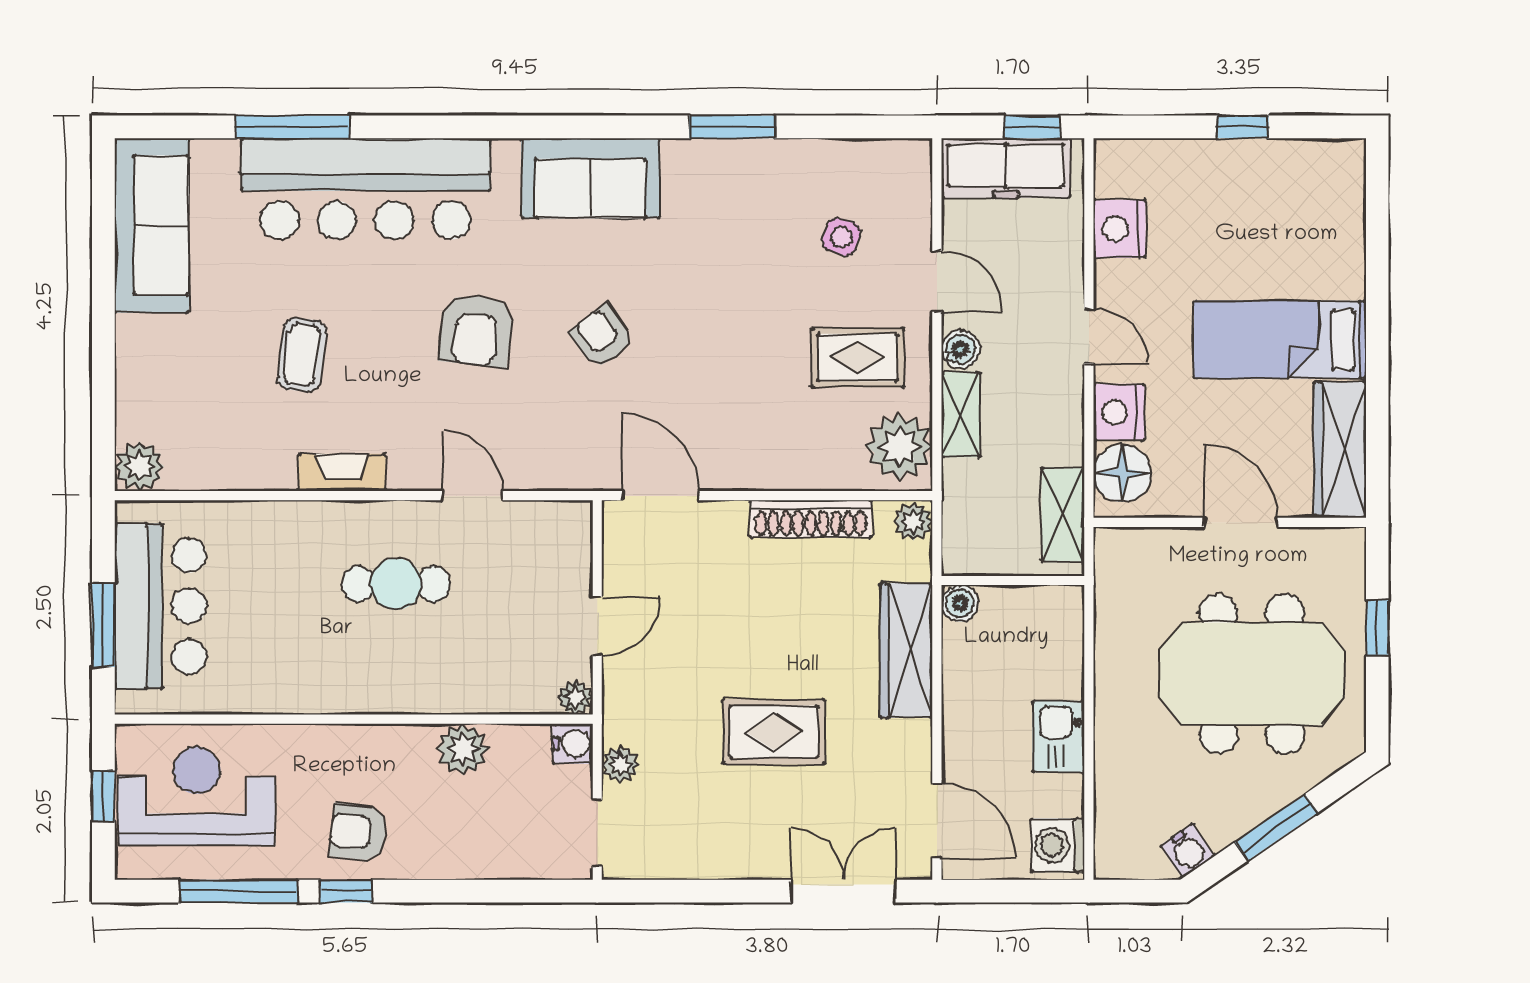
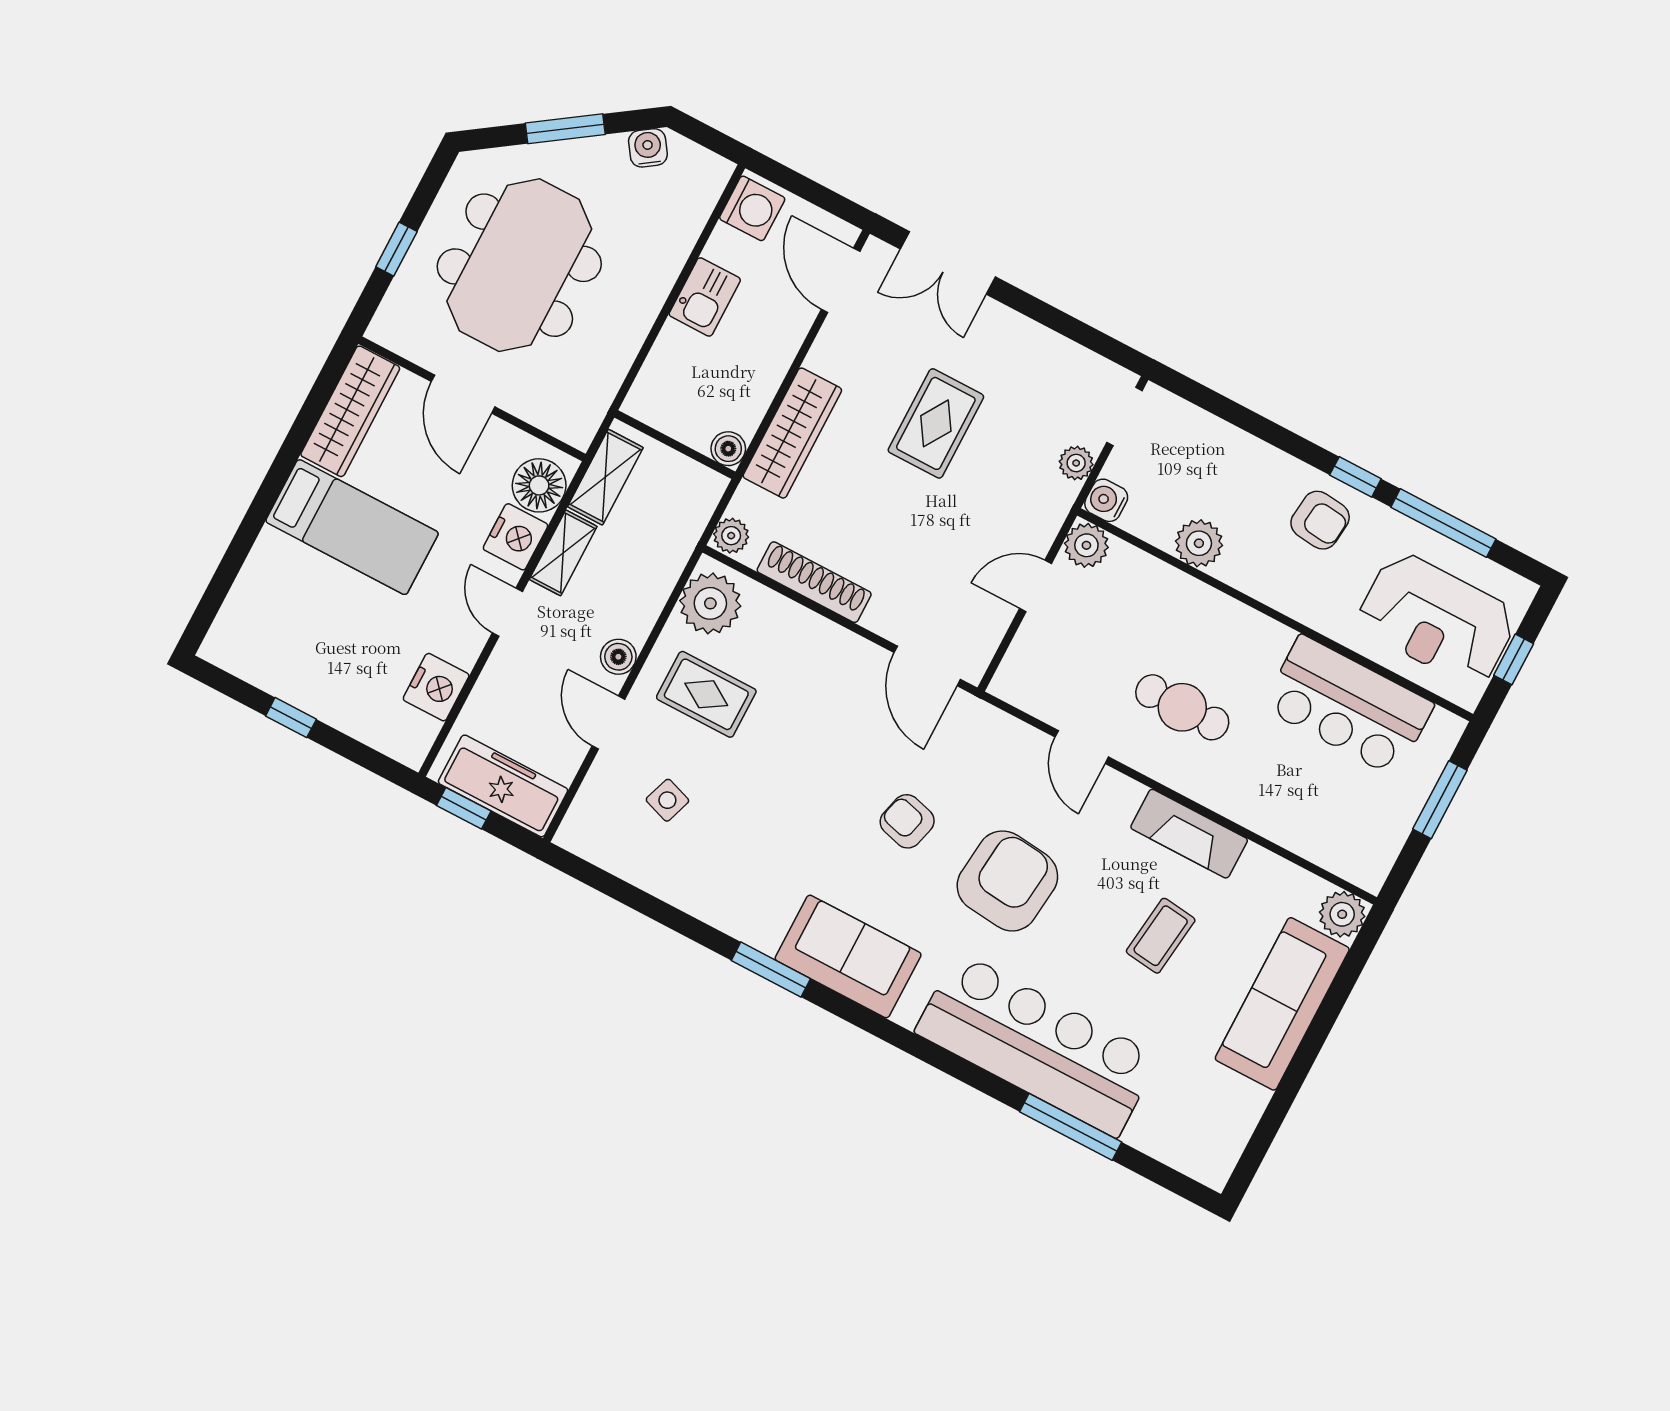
window: (732, 127) -> (771, 970), moved
sofa: (152, 225) -> (1282, 1004), moved
armchair: (476, 330) -> (1007, 881), width x1.36, depth x1.36
armchair: (602, 337) -> (907, 821), turned 142
shelving: (961, 414) -> (563, 553), moved
fireplace: (342, 473) -> (1189, 834), width x1.37, depth x1.32
bar counter: (160, 606) -> (1348, 706), moved, turned -90
meeting table: (1252, 674) -> (519, 265), turned 90
plant: (575, 697) -> (1086, 545), width x1.38, depth x1.38
rug: (774, 732) -> (936, 423), turned 90

